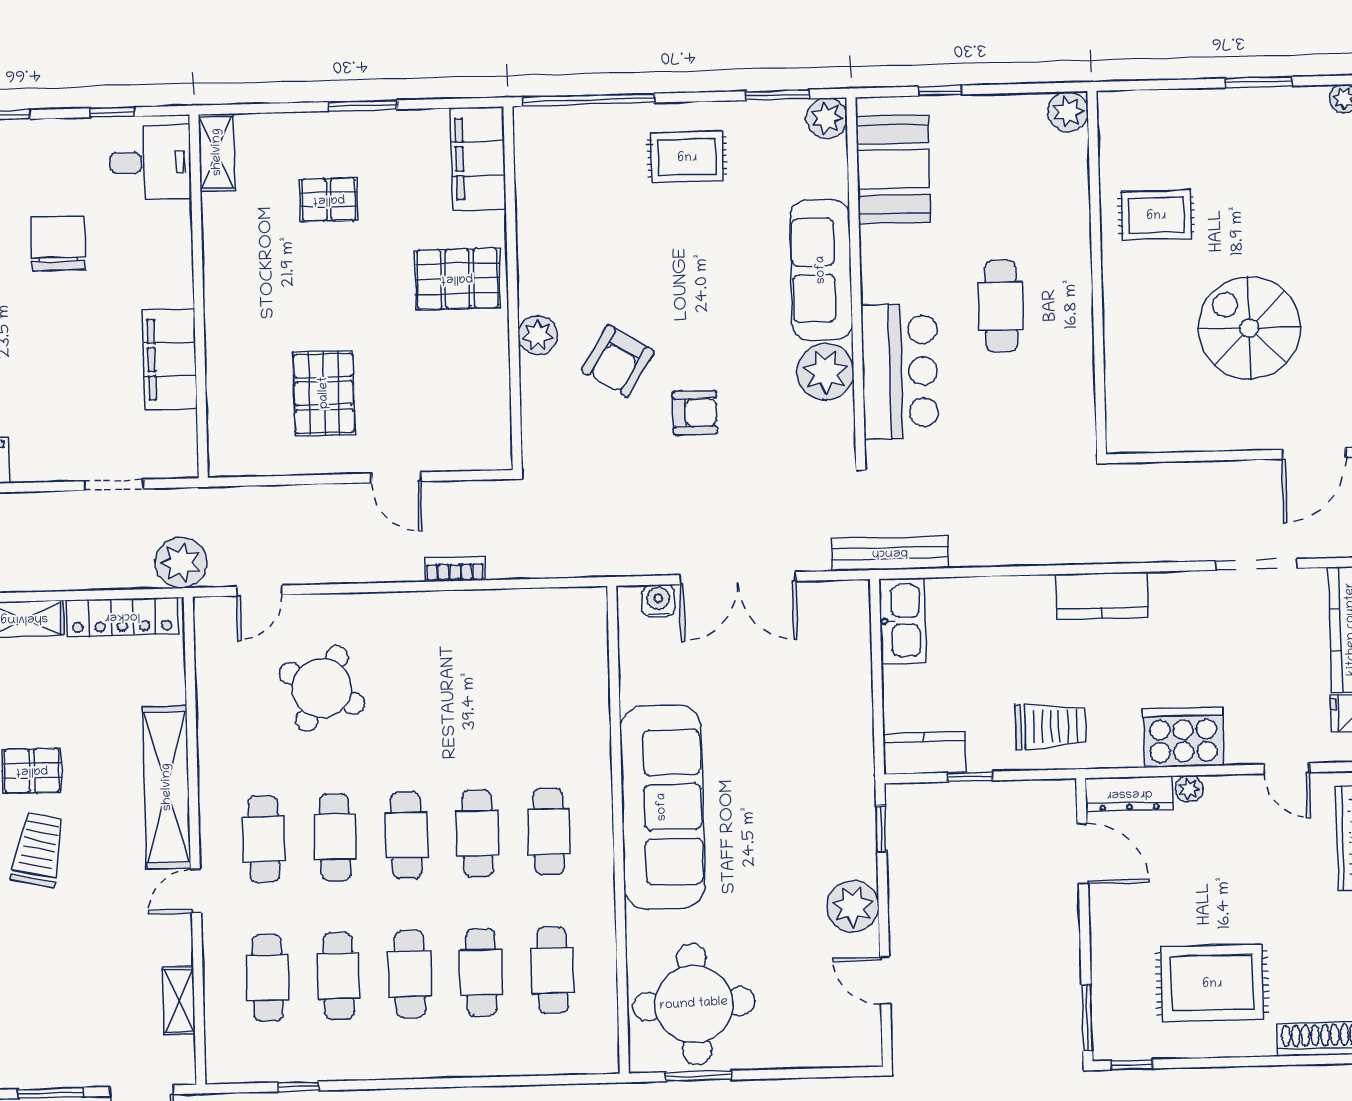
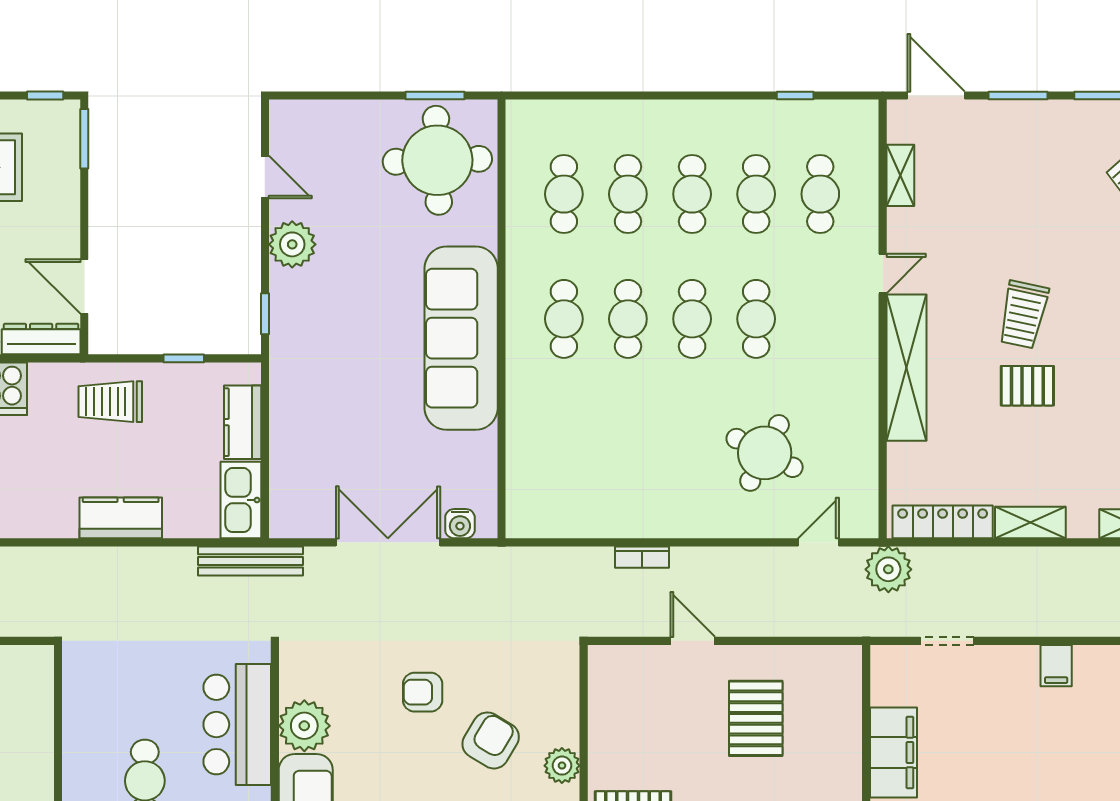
kitchen counter: (1102, 596) -> (121, 518), moved
kitchen counter: (925, 753) -> (243, 422), moved, turned 90
cafe table: (264, 839) -> (820, 319), removed

